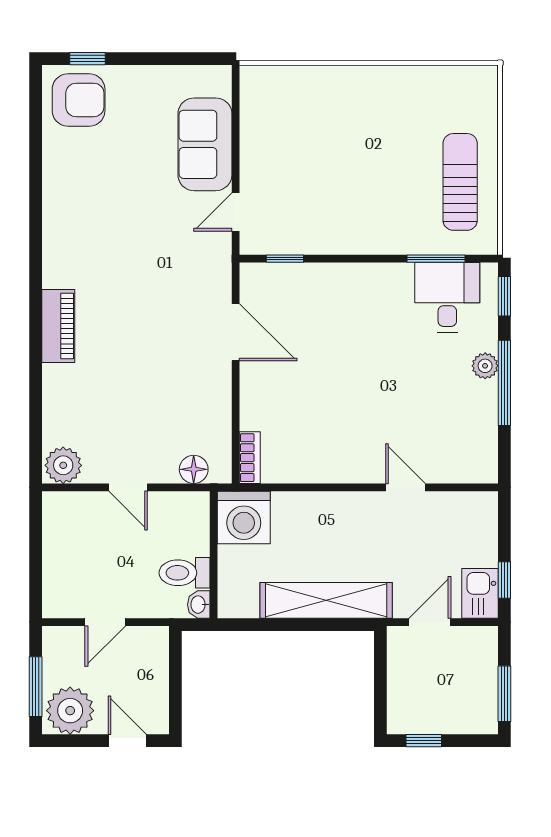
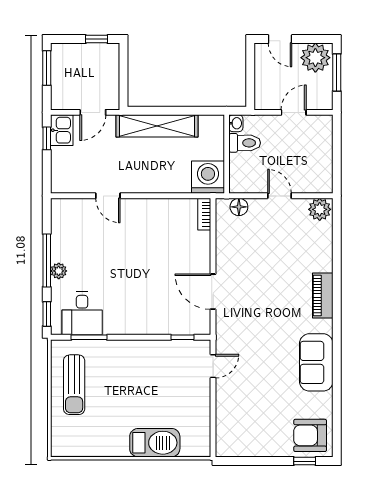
barbecue: (330, 88) -> (155, 443), added
sofa: (205, 144) -> (316, 362), moved, turned 180

